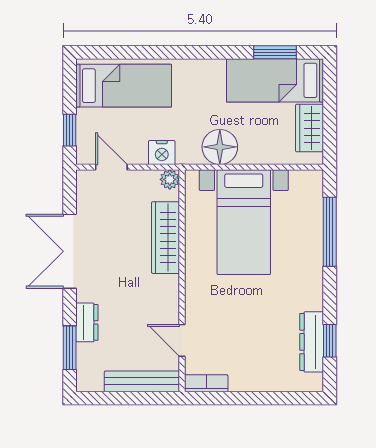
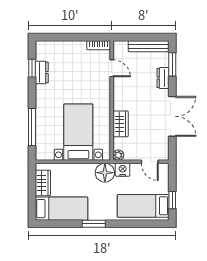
window: (275, 52) -> (94, 224), moved
window: (70, 130) -> (172, 200), moved
floor lamp: (220, 147) -> (105, 173), moved
wardrobe: (166, 238) -> (121, 124), width x0.67
dresser: (312, 342) -> (42, 72), width x0.70
bench: (142, 381) -> (149, 46), moved

